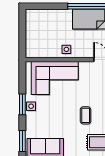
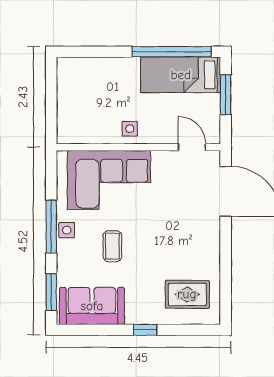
window: (22, 104) -> (51, 227), width x1.44
coffee table: (86, 115) -> (112, 246), moved

